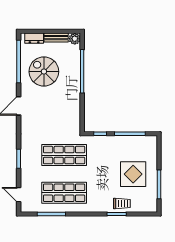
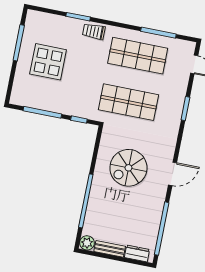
spiral stairs: (44, 72) -> (128, 168), moved, turned 90
trolley: (122, 203) -> (94, 31), moved

